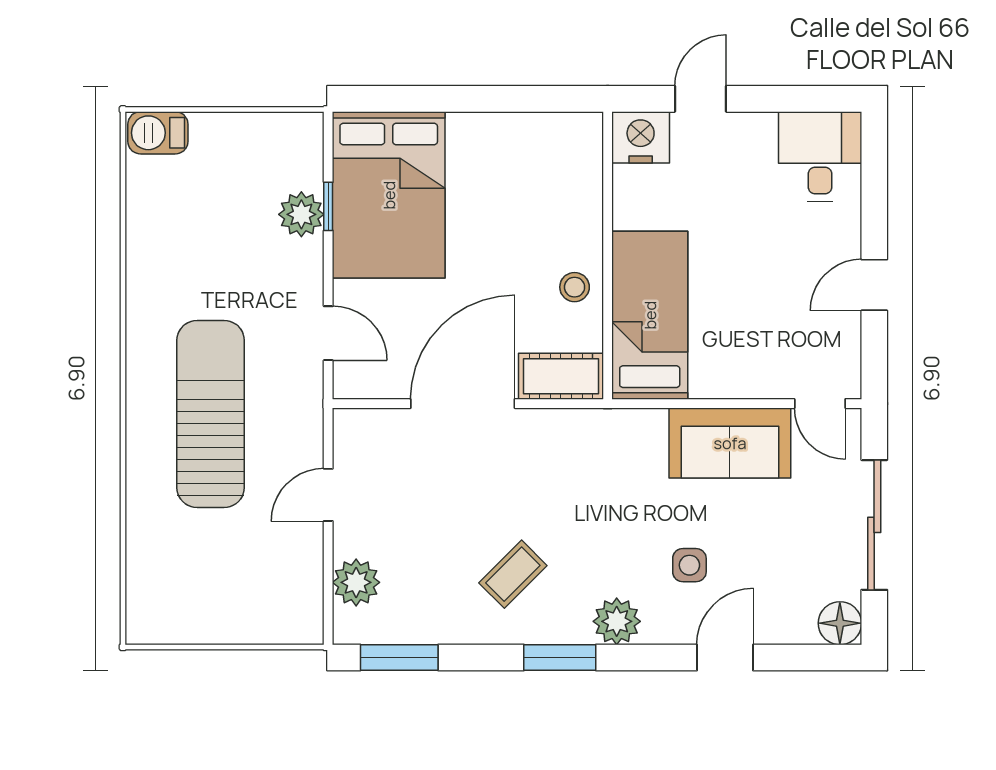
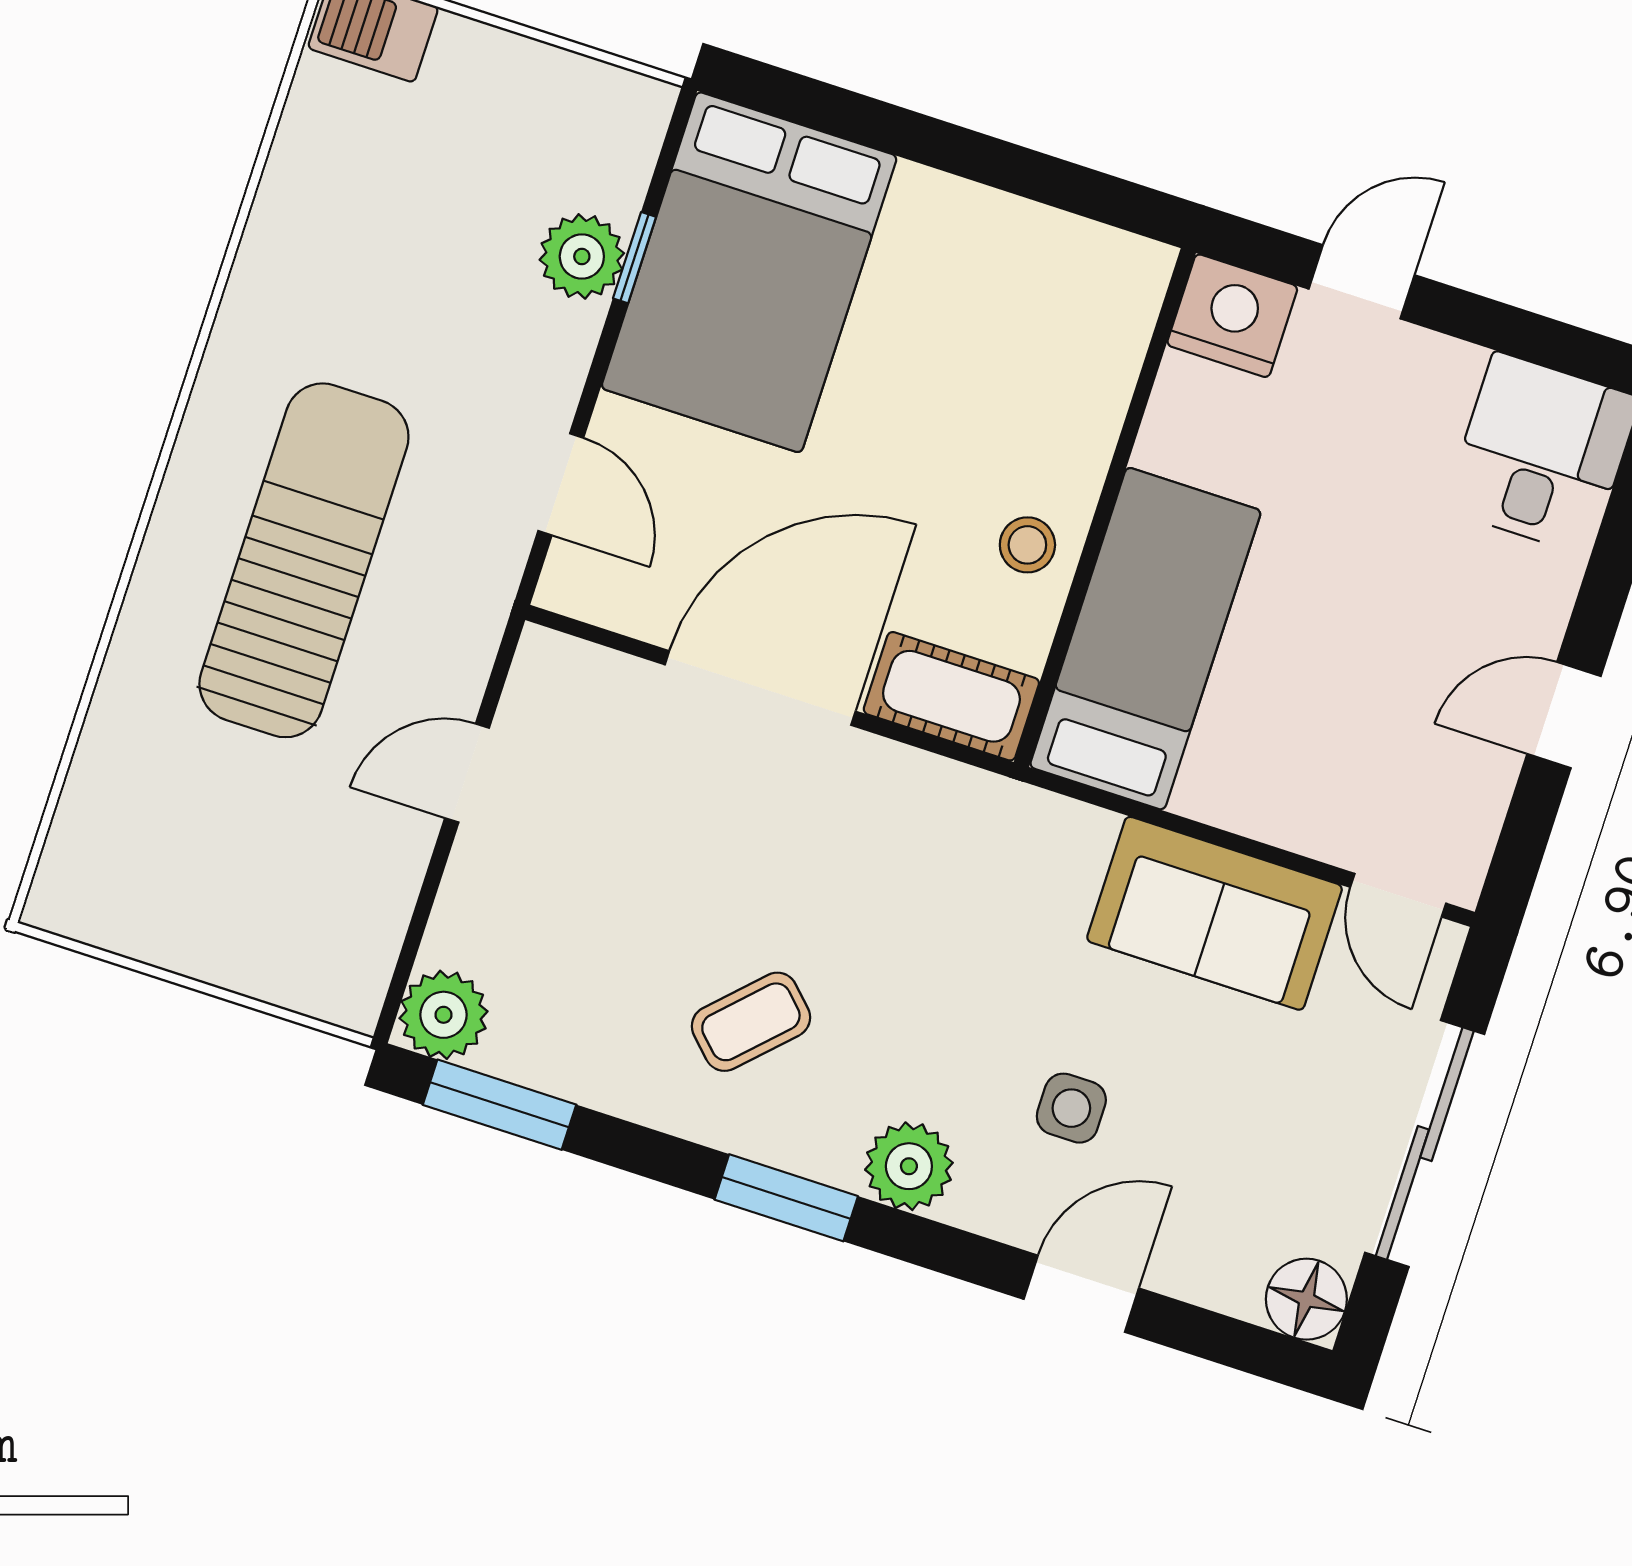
plant: (356, 582) -> (444, 1015), moved

